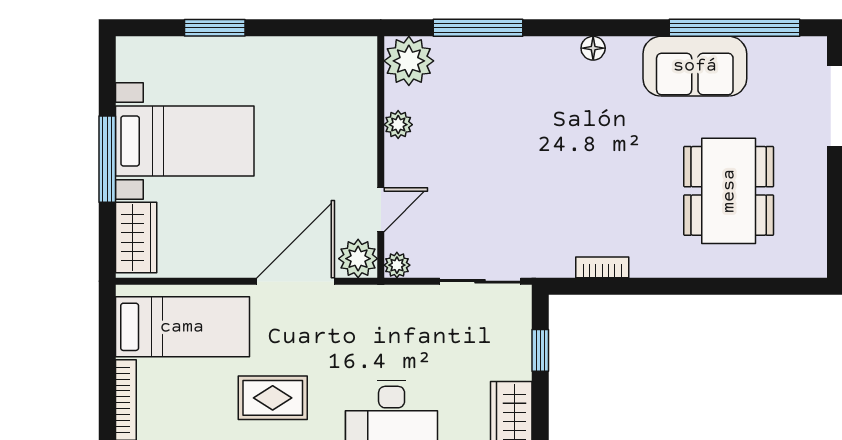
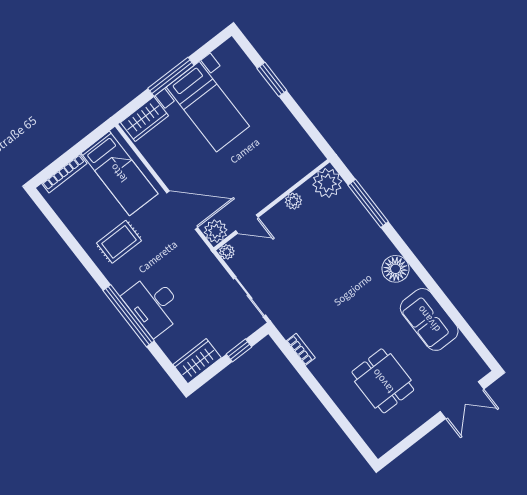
window: (734, 28) -> (462, 324), removed
floor lamp: (593, 48) -> (396, 269), width x1.89, depth x1.89
dining table: (729, 191) -> (383, 381), width x0.73
rug: (273, 398) -> (119, 242), turned 90

